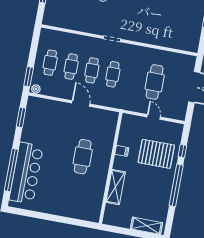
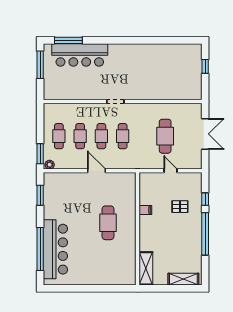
pallet: (156, 154) -> (180, 207), width x0.49, depth x0.50
shelving: (116, 187) -> (146, 268), moved

